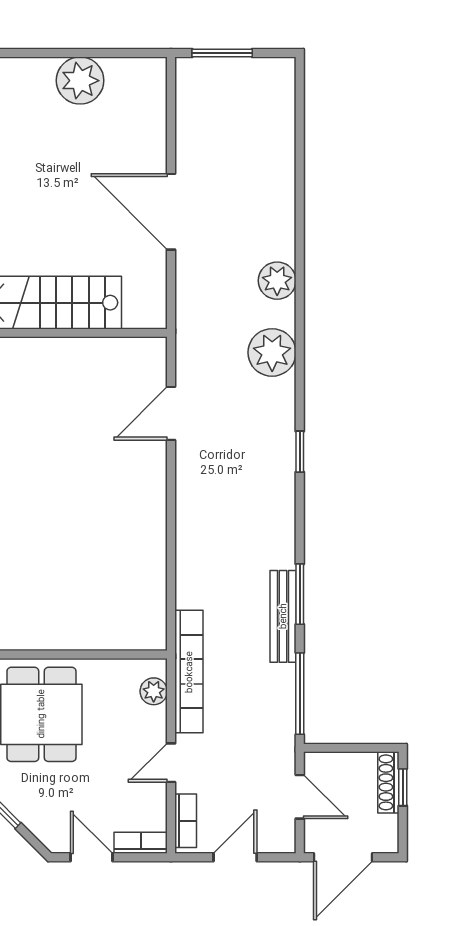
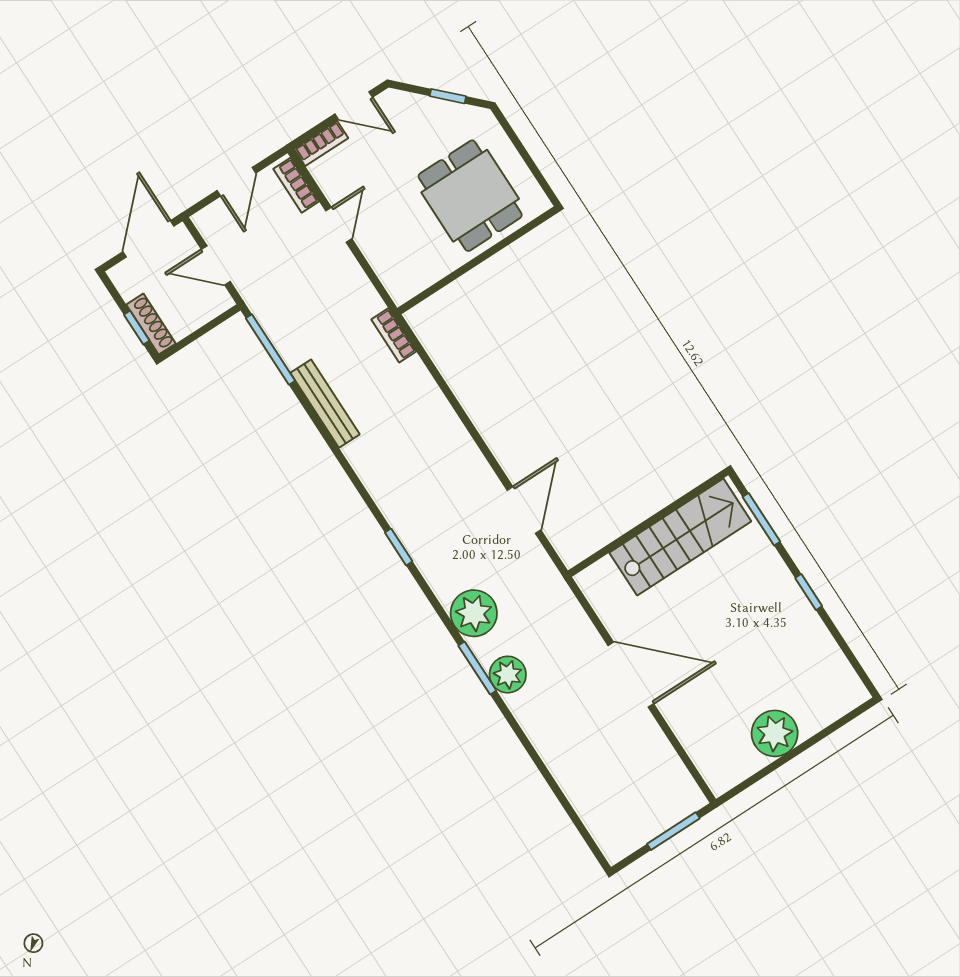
window: (300, 594) -> (477, 668), moved
bookcase: (189, 672) -> (394, 335), width x0.43, depth x0.76
plant: (154, 691) -> (391, 274), removed

